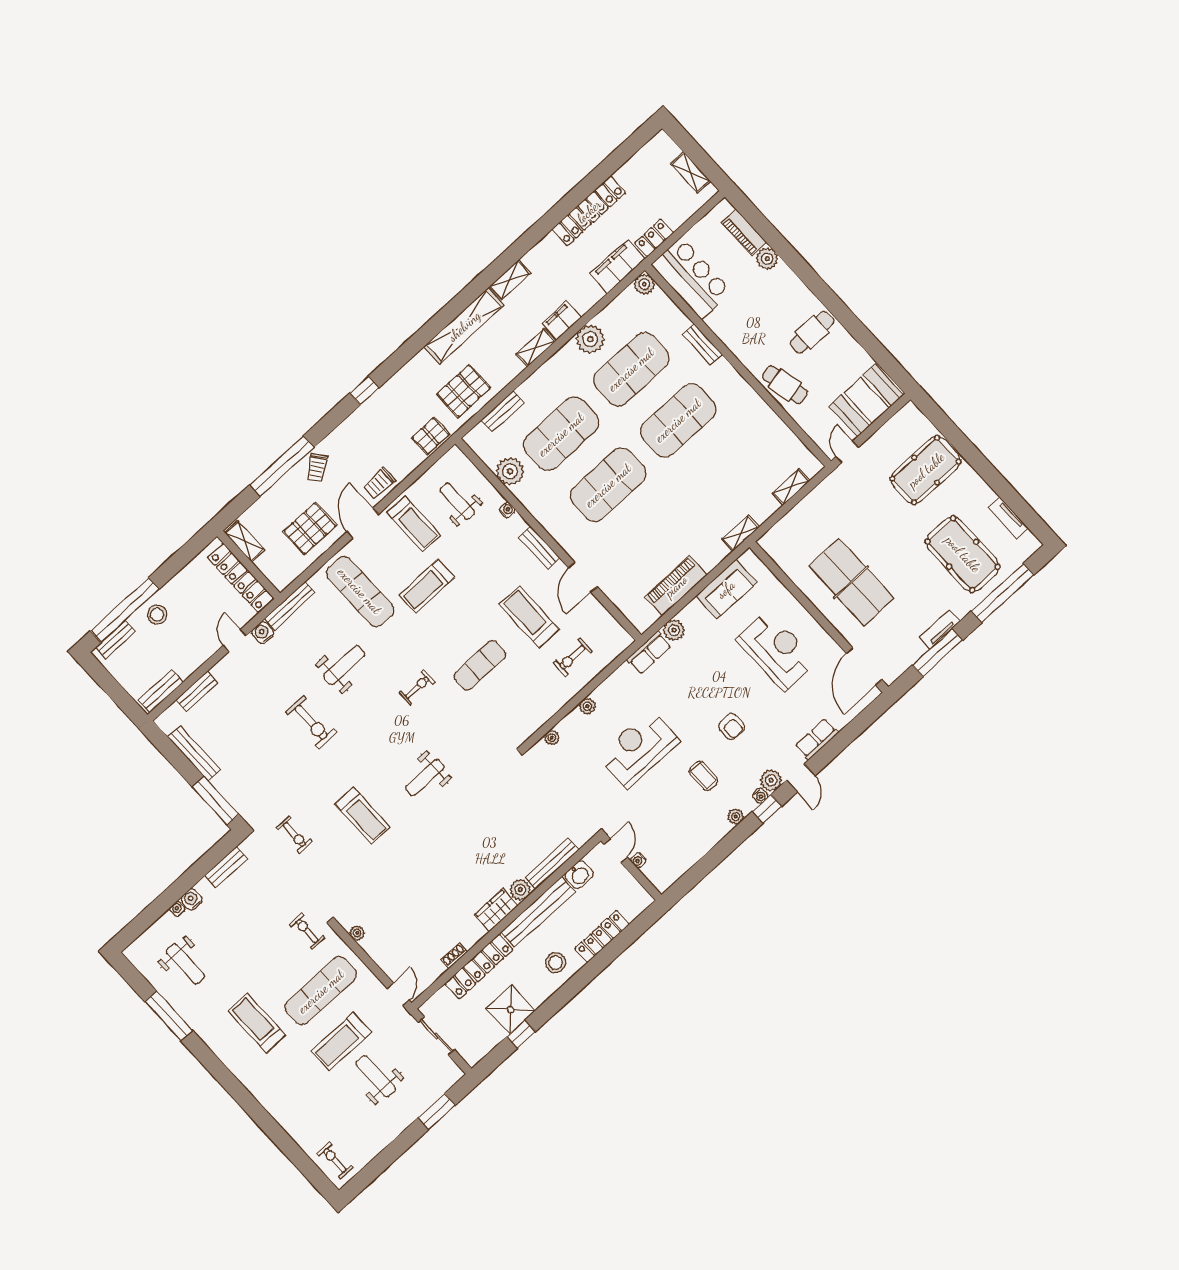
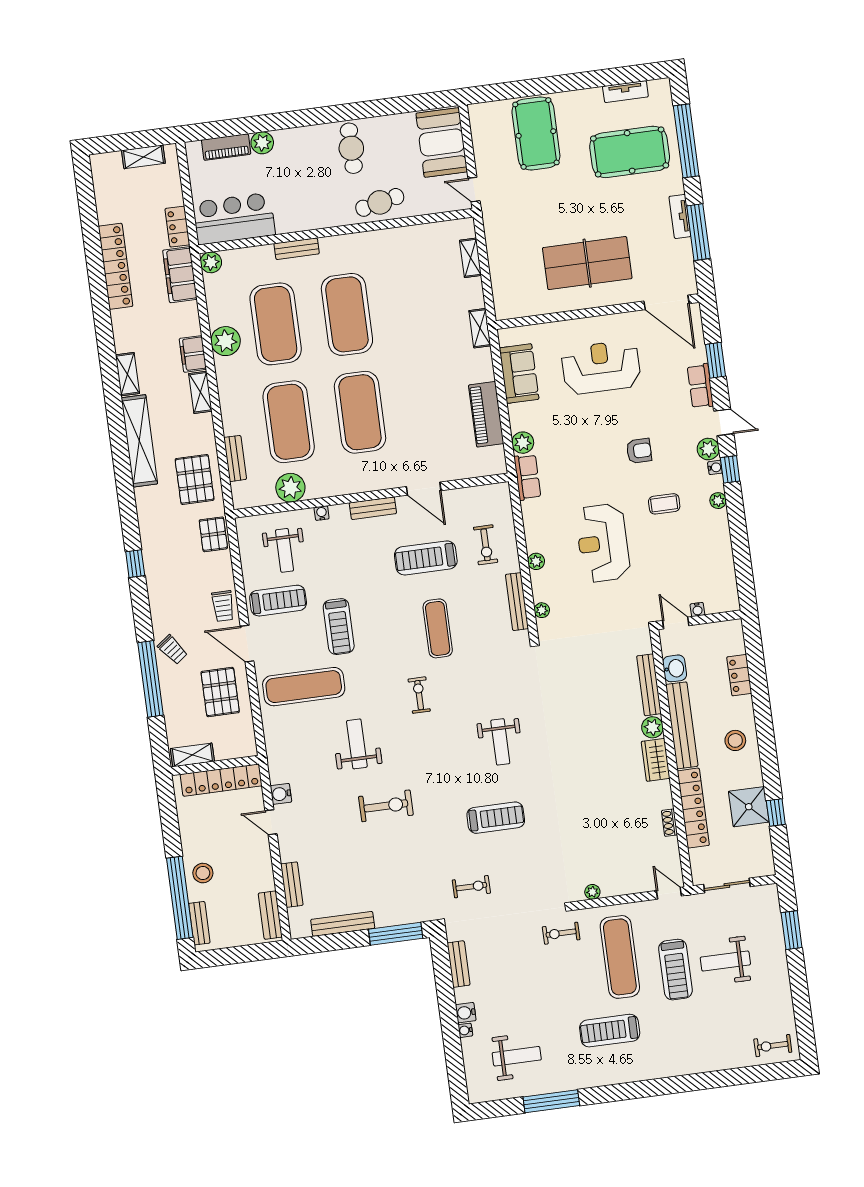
weight bench: (457, 501) -> (285, 550), turned -90
bench: (290, 606) -> (517, 602), moved
window: (845, 737) -> (715, 360), added
locker: (602, 936) -> (739, 675), width x0.66

